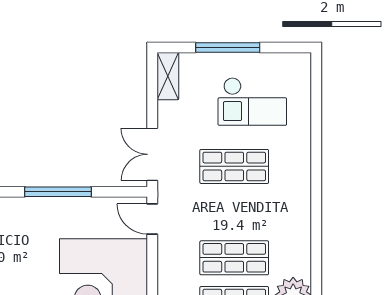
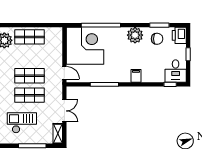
double door: (152, 154) -> (64, 111), moved
shop shelf: (234, 258) -> (29, 76), moved

